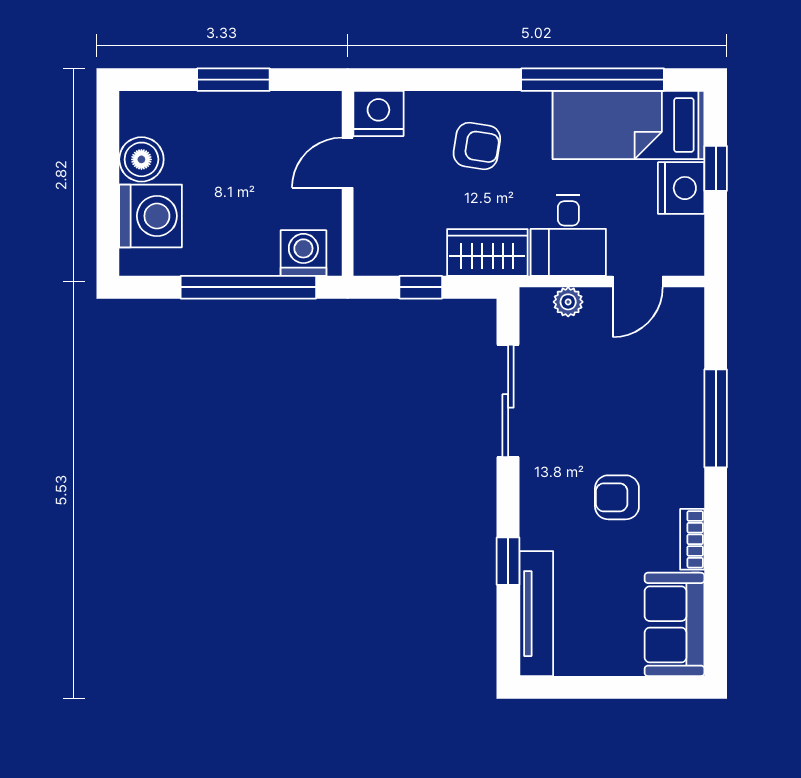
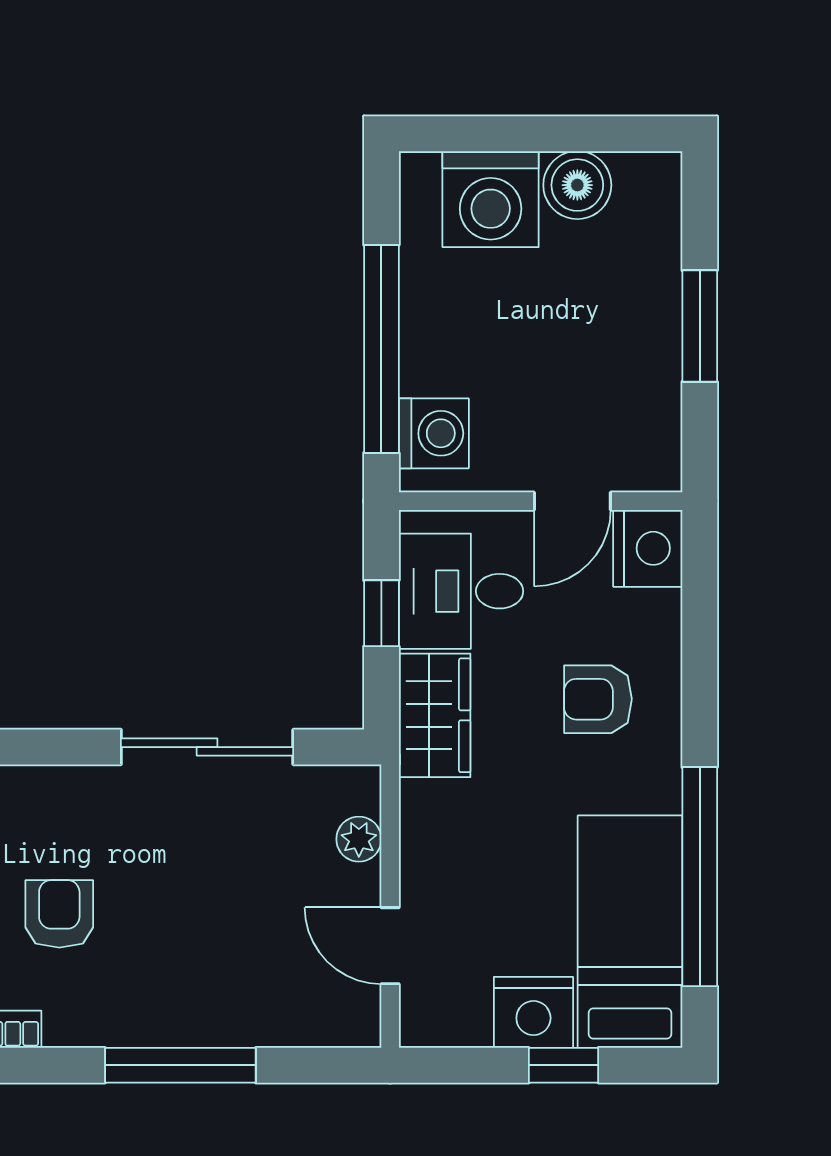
armchair: (477, 146) -> (598, 699), turned 81
door: (348, 163) -> (572, 501), swing flipped
desk: (568, 235) -> (461, 591), moved

